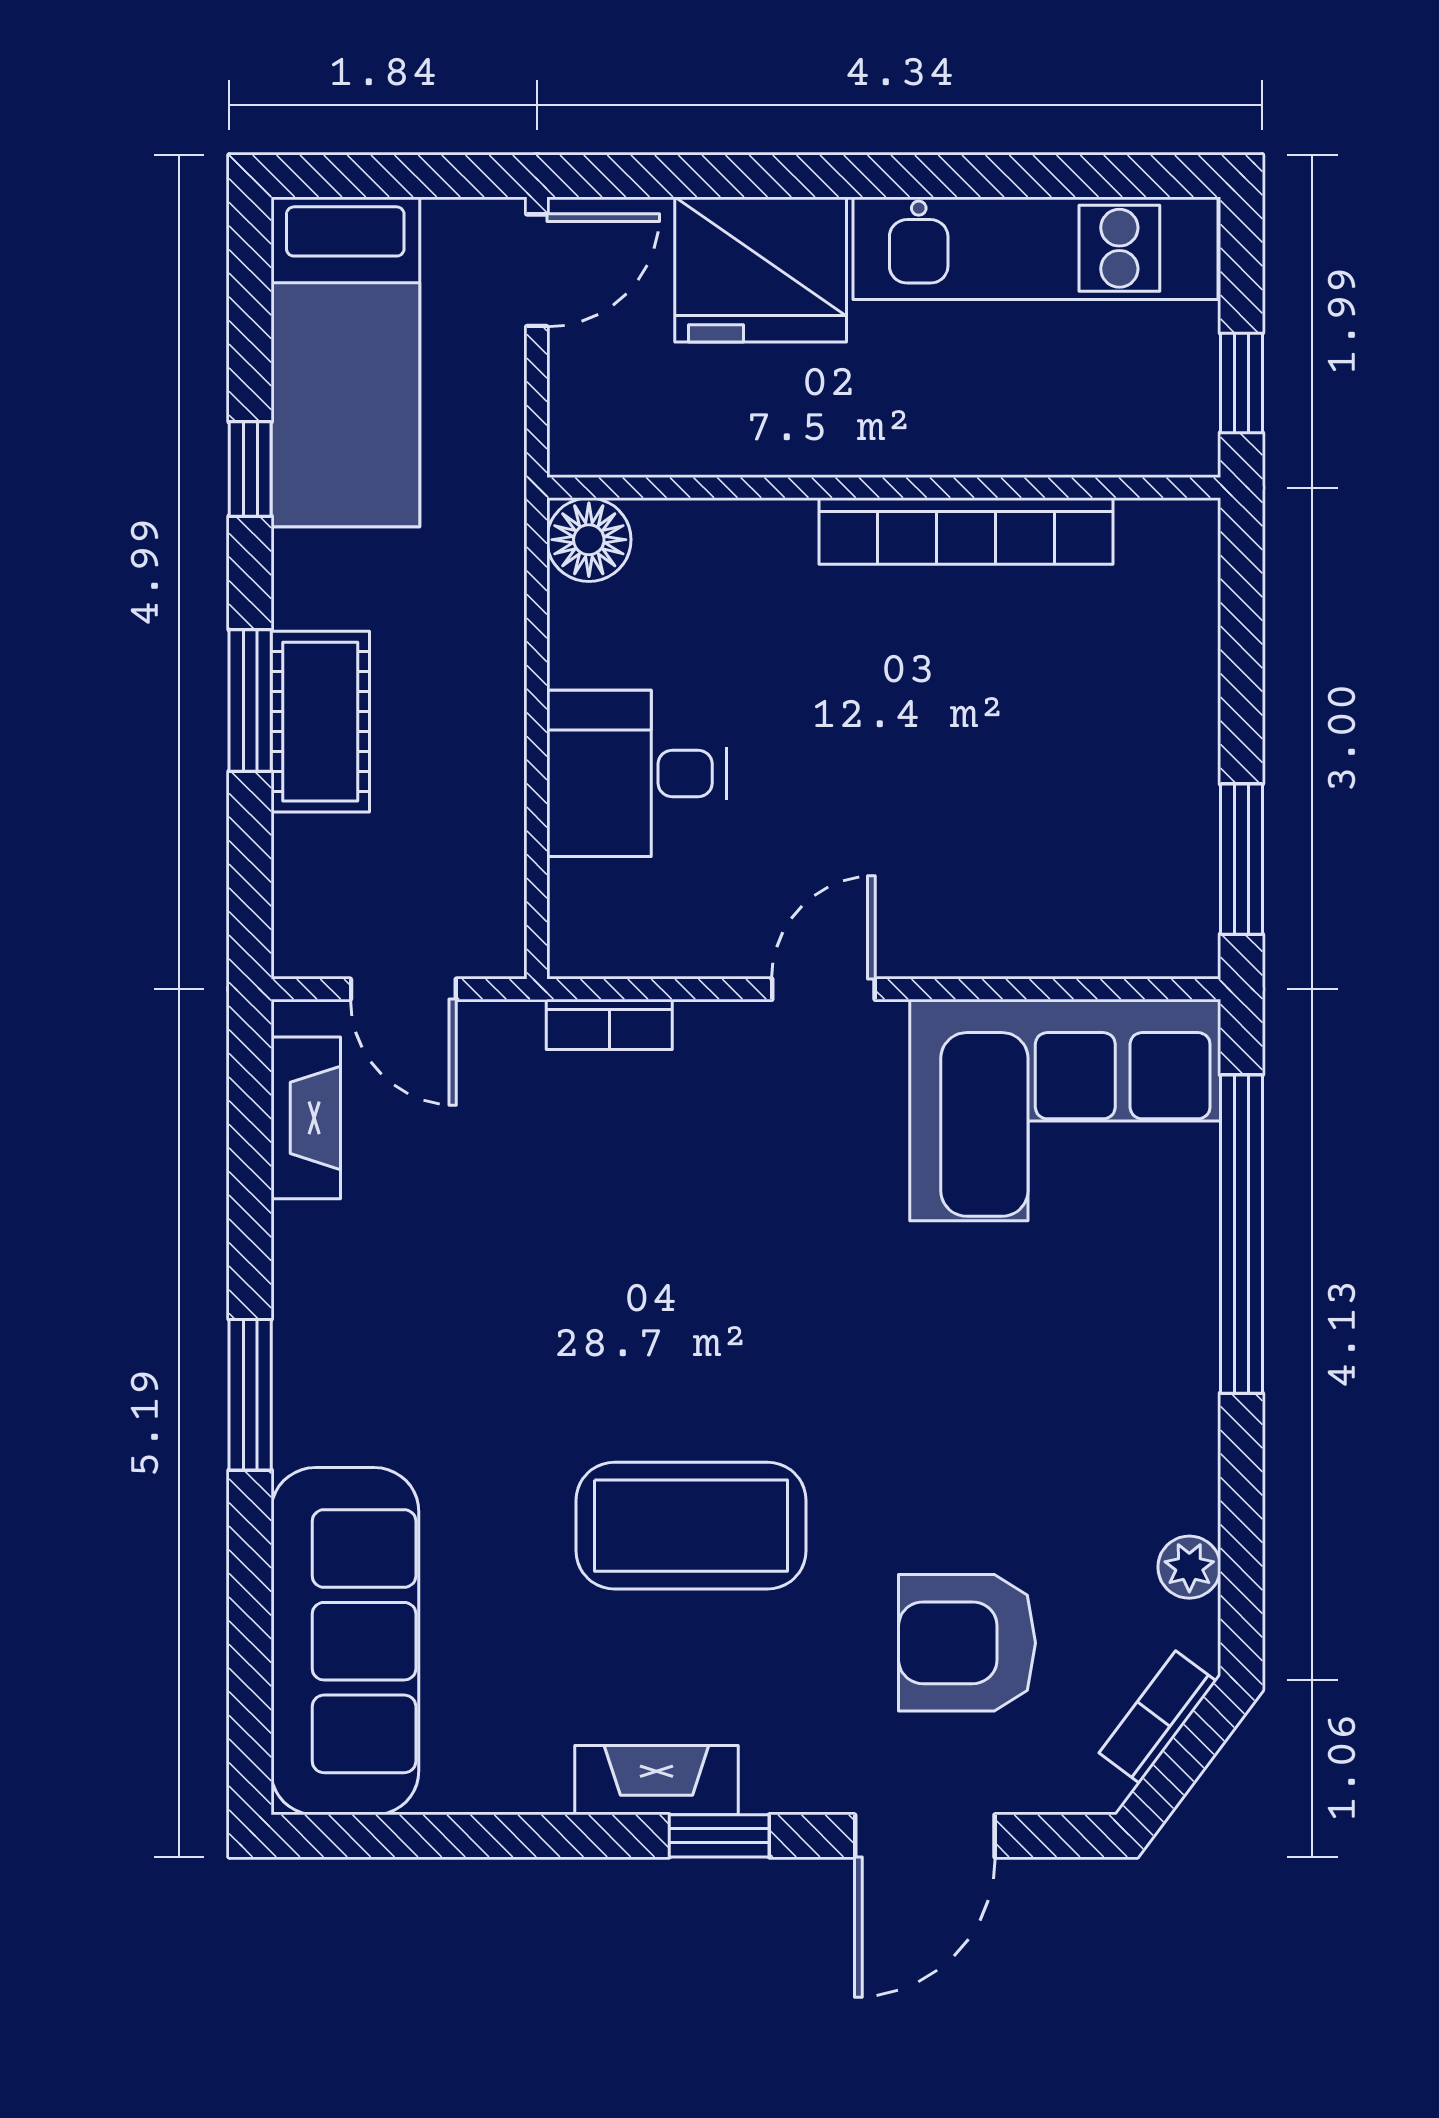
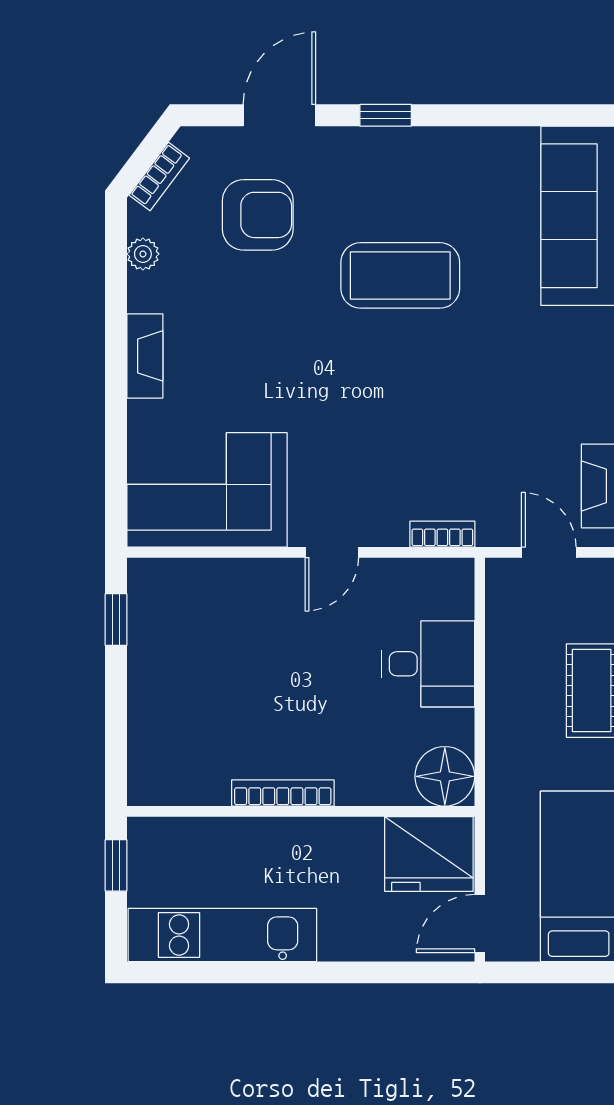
fridge: (761, 269) -> (429, 854), moved, turned 180
bookcase: (966, 531) -> (283, 793), width x0.68, depth x0.76
floor lamp: (589, 540) -> (445, 776), width x1.38, depth x1.38
window: (1241, 859) -> (116, 620), width x0.67
window: (1241, 1234) -> (116, 426), removed
fireplace: (656, 1780) -> (145, 356), moved, turned -90

